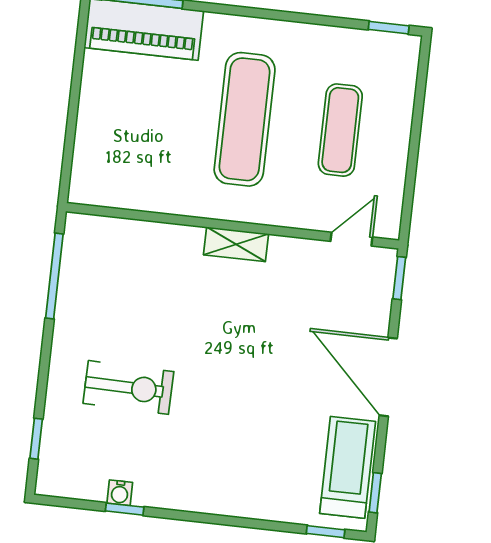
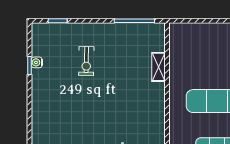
shelving: (236, 244) -> (159, 67), moved
exercise bike: (128, 387) -> (86, 61), width x0.73, depth x0.72

